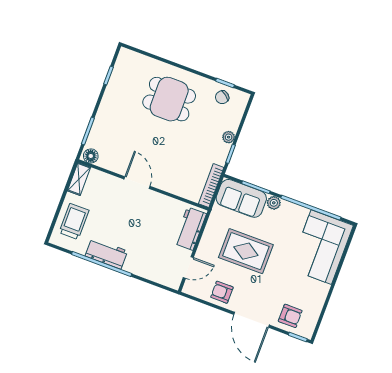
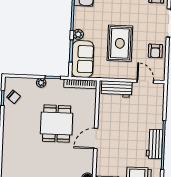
dining table: (169, 99) -> (57, 124), moved

